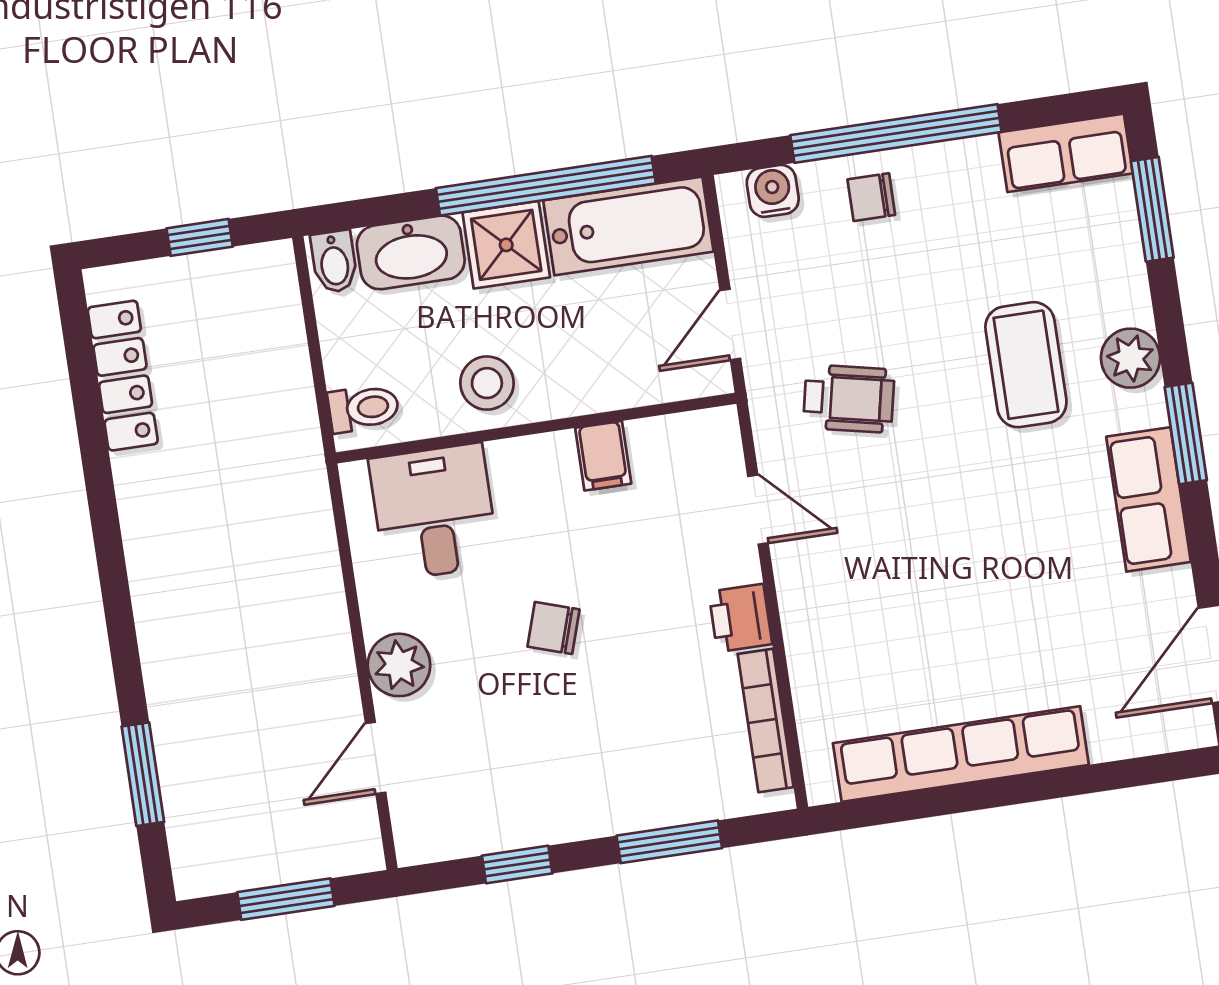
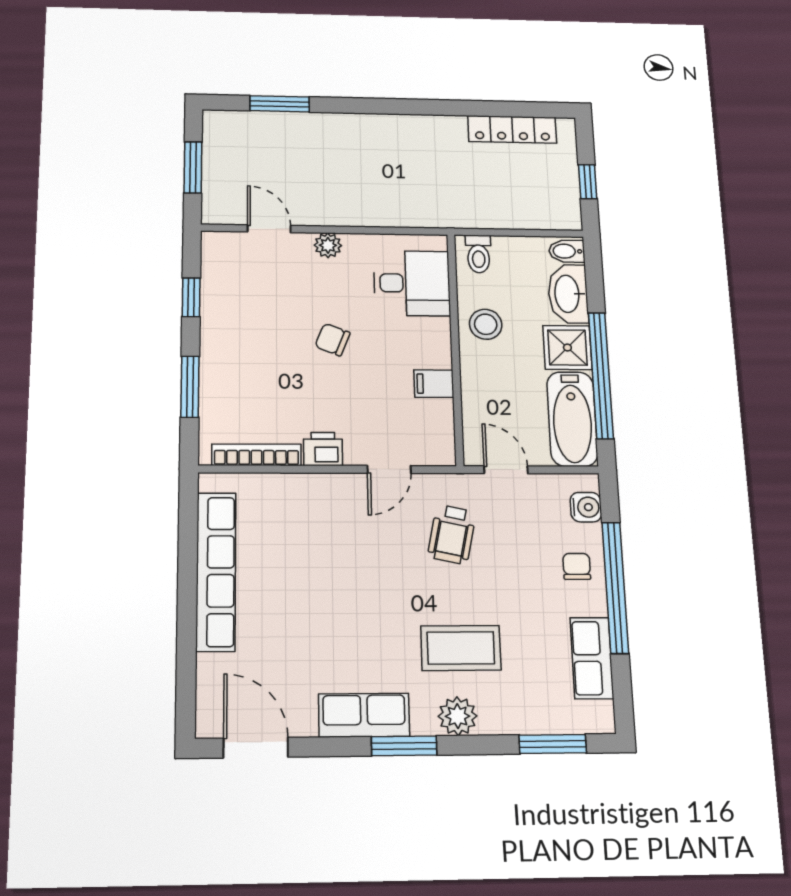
row of seats: (1066, 153) -> (592, 658), moved
chair: (553, 628) -> (332, 340), turned -86
plant: (399, 665) -> (328, 245), width x0.73, depth x0.73

